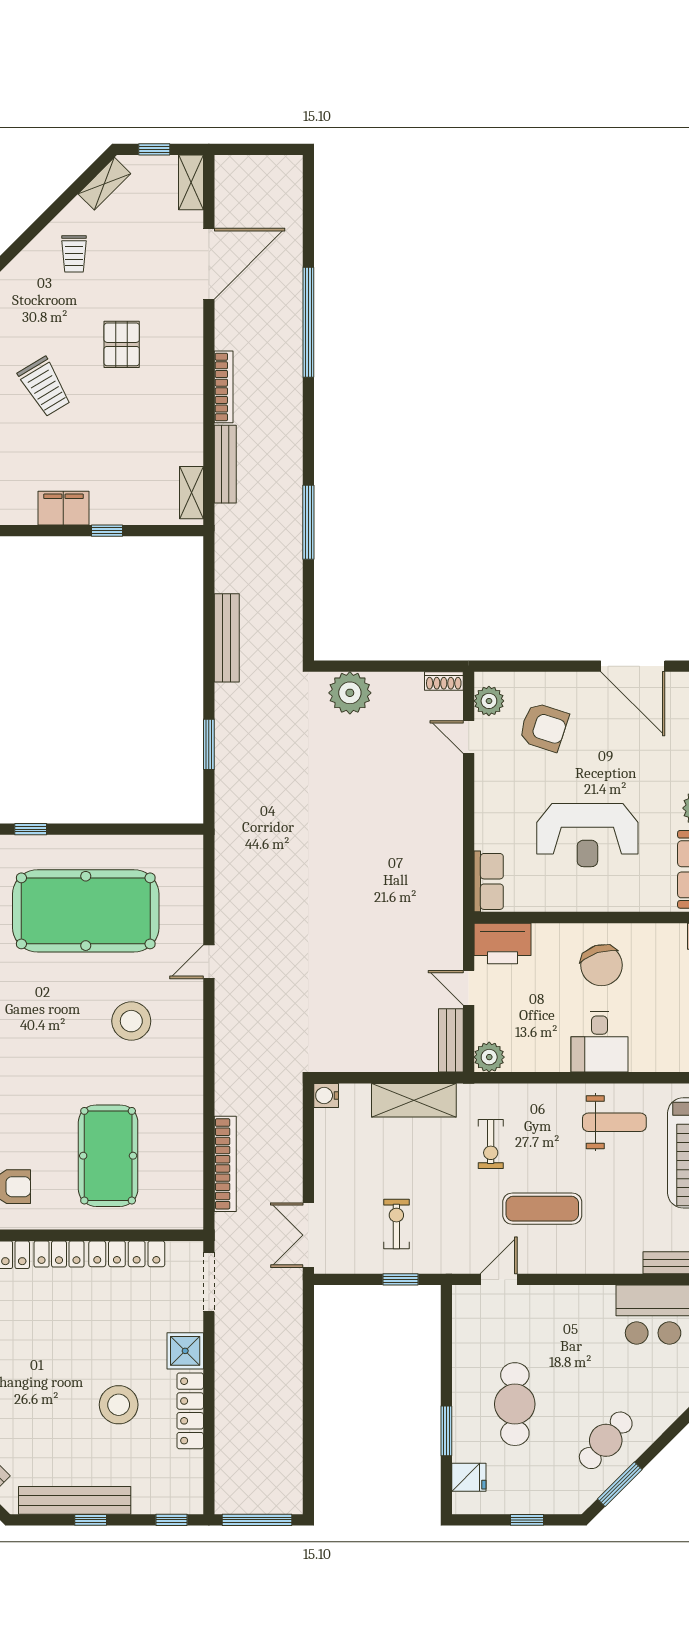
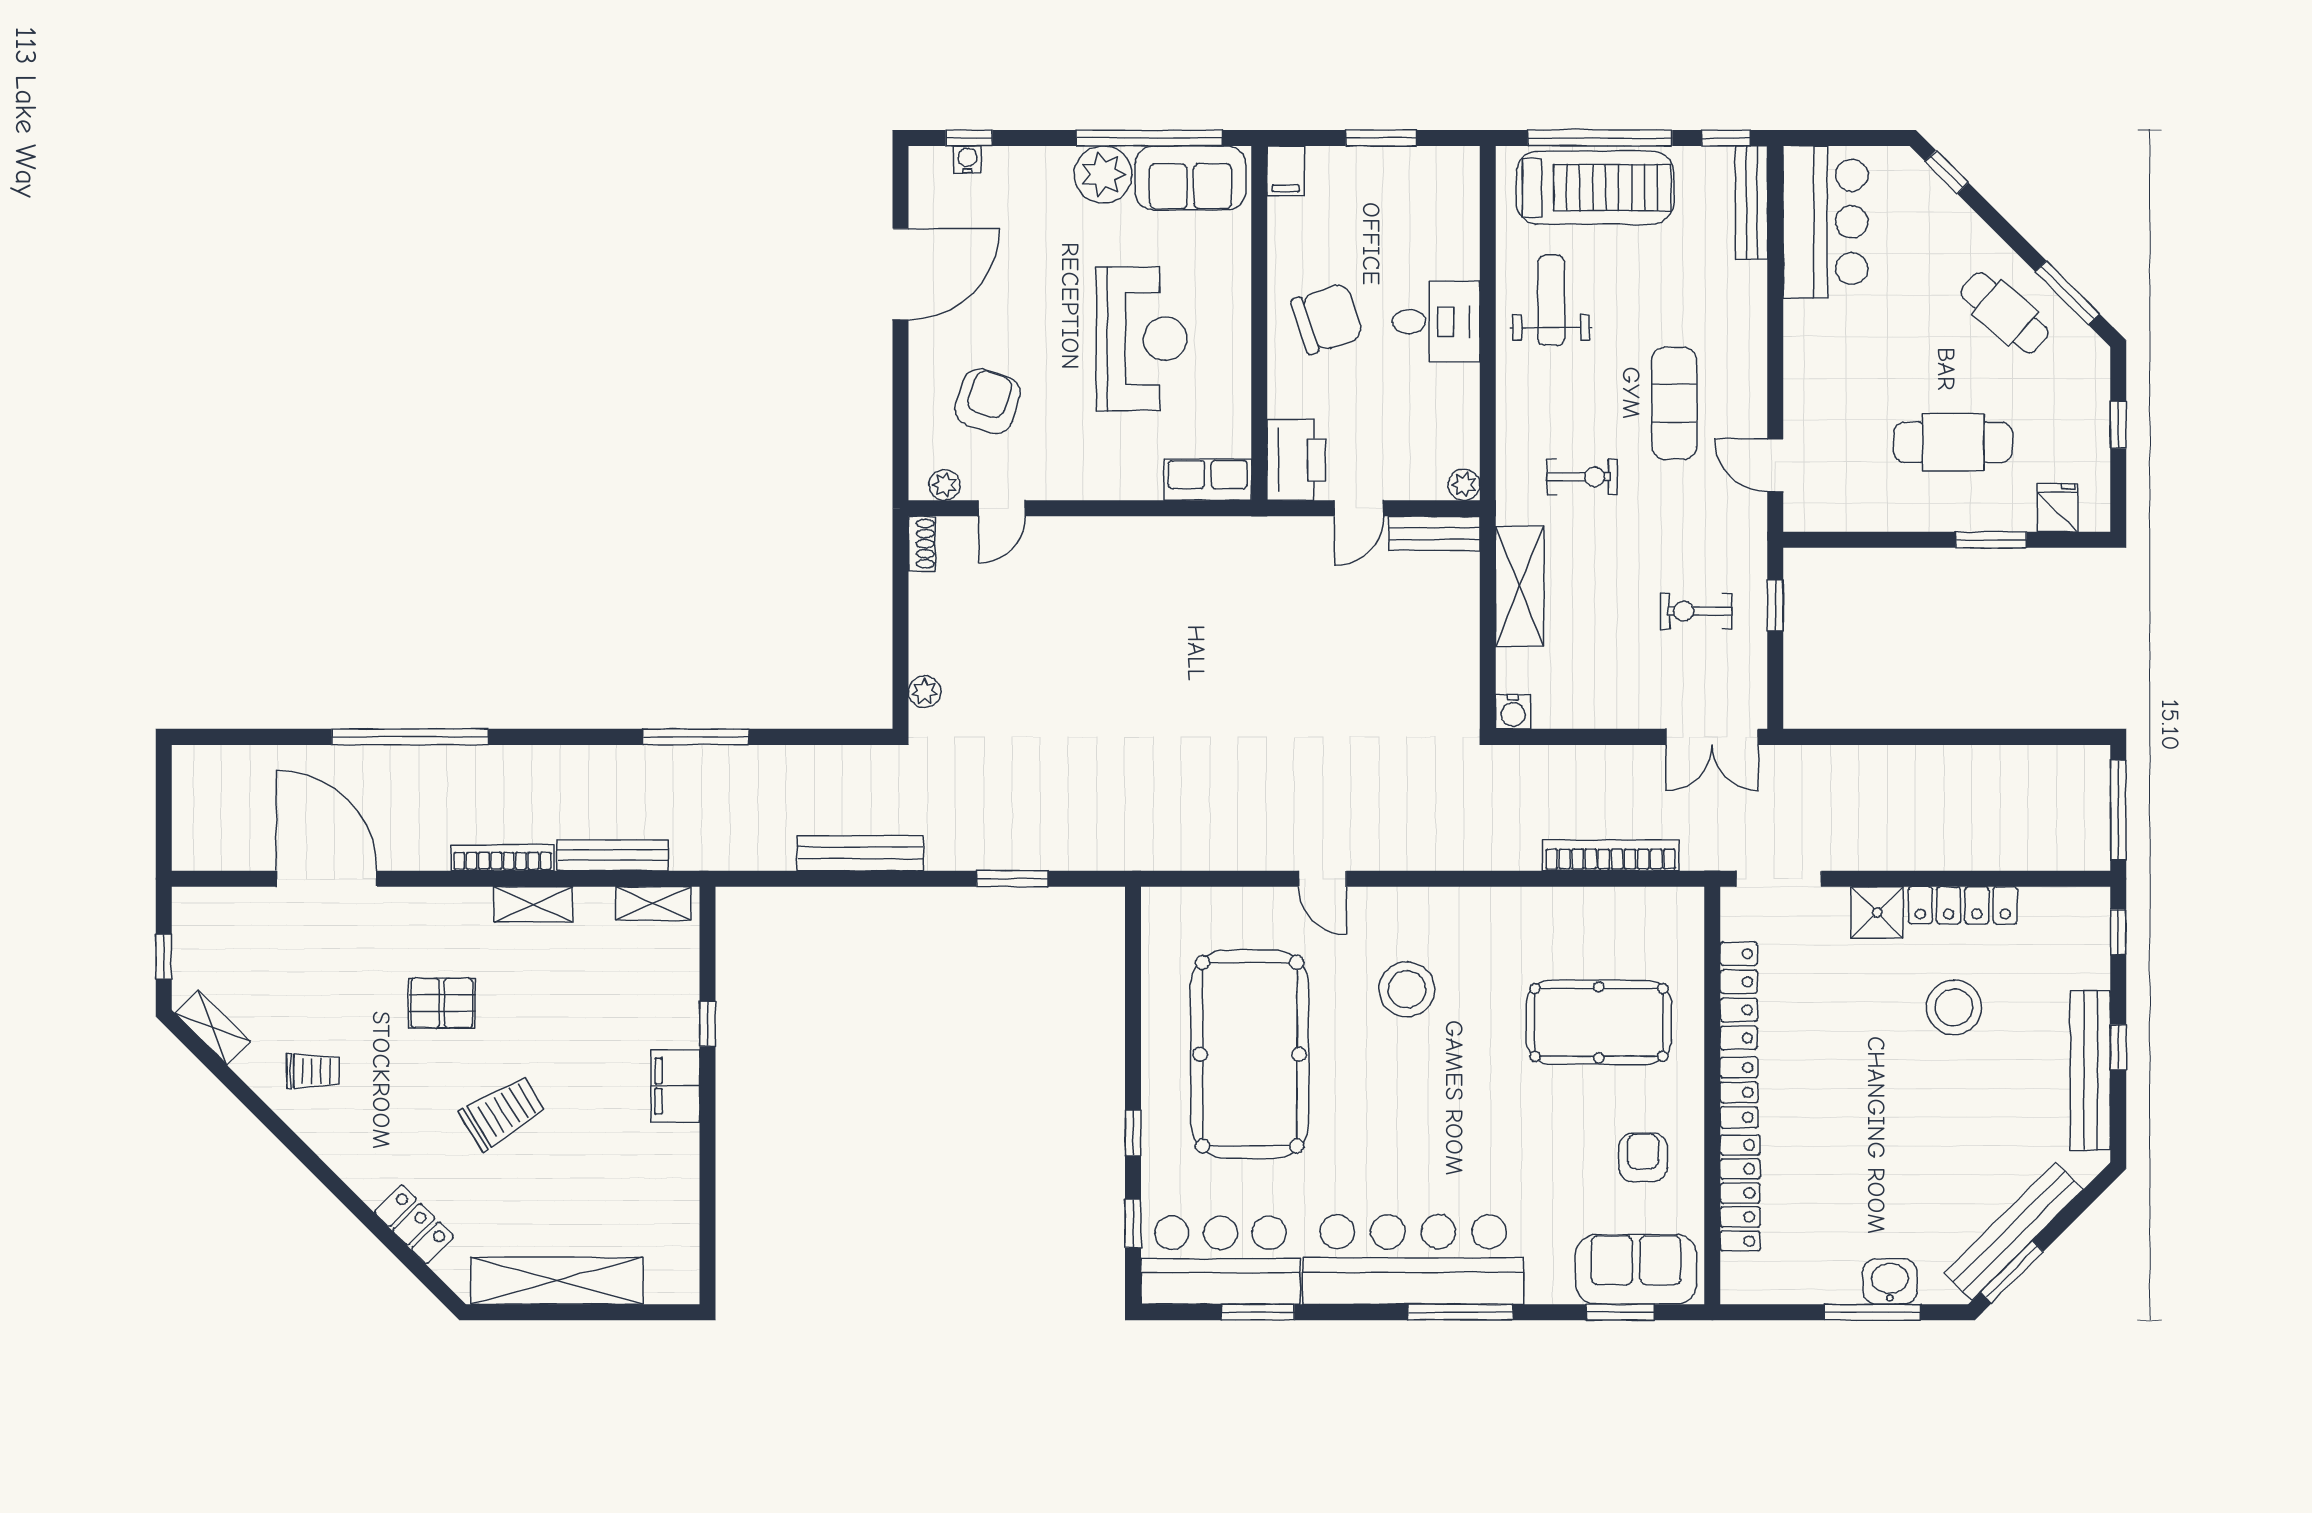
shelving: (191, 182) -> (533, 904), moved
plant: (350, 693) -> (925, 692), width x0.53, depth x0.53
plant: (489, 701) -> (945, 485), width x0.73, depth x0.73
plant: (489, 1057) -> (1464, 485), width x0.73, depth x0.73

